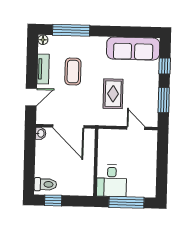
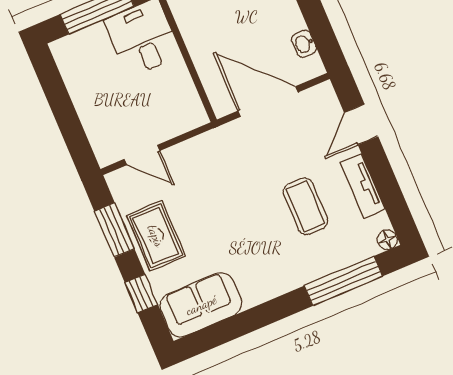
sofa: (133, 49) -> (201, 305), width x0.73
rug: (113, 94) -> (156, 236), moved
washbasin: (41, 133) -> (304, 44), moved

